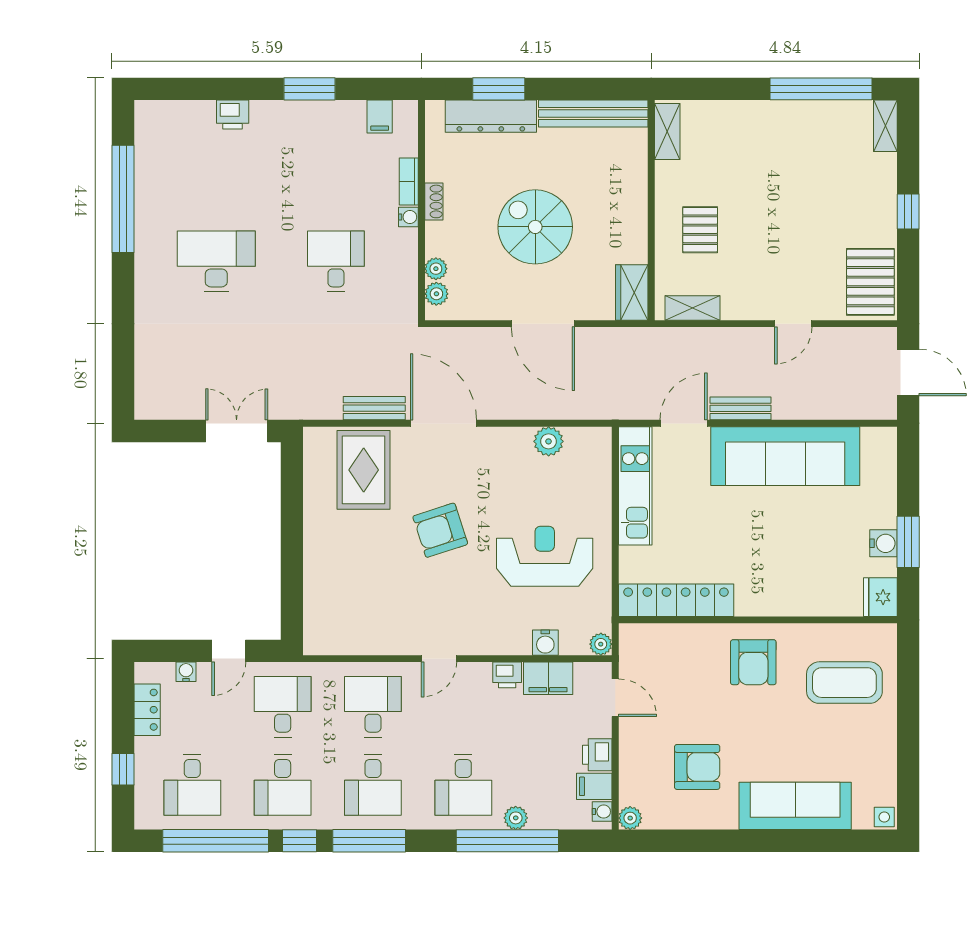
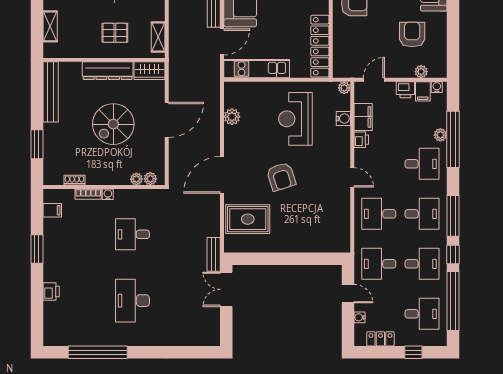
dresser: (491, 116) -> (108, 71), moved, turned 90
shelving: (667, 131) -> (50, 26), moved, turned 90
shoe rack: (434, 201) -> (74, 180), moved
bench: (374, 408) -> (214, 254), moved
door: (684, 423) -> (222, 42), swing flipped
plant: (630, 818) -> (421, 72), moved

